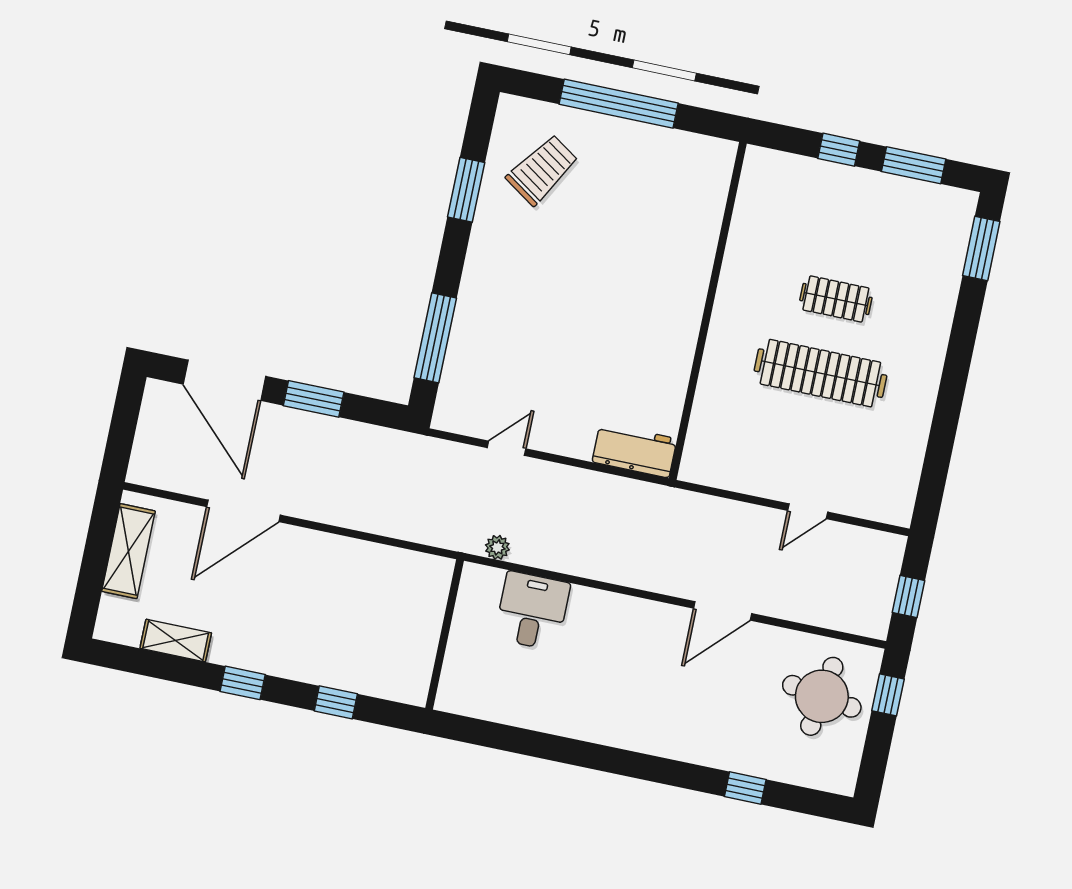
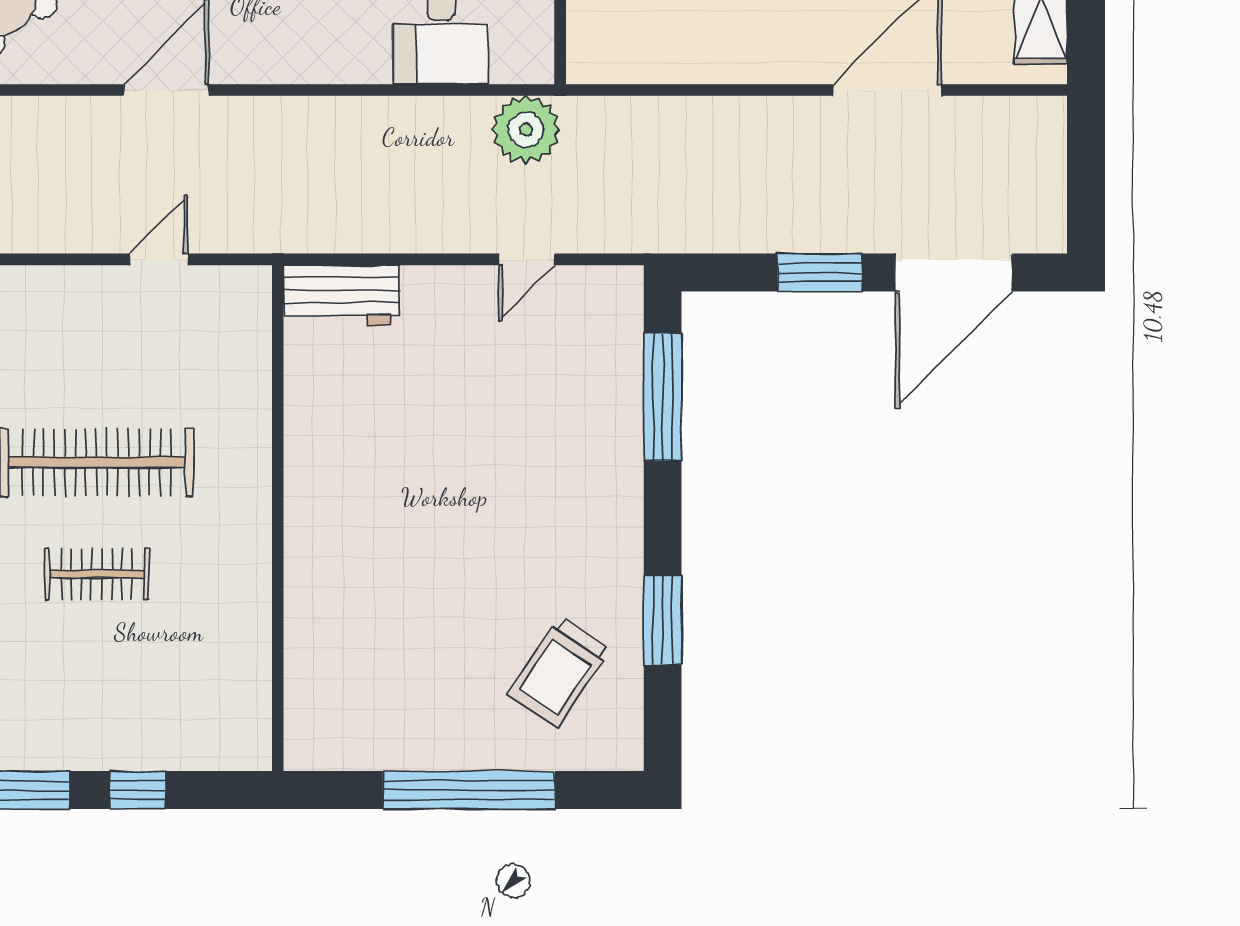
door: (224, 380) -> (954, 273), swing flipped
door: (808, 511) -> (159, 259), moved
plant: (497, 547) -> (526, 130), width x1.88, depth x1.88

